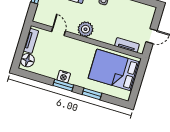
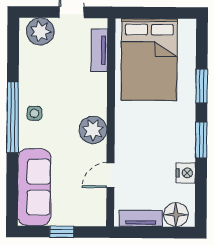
plant: (146, 16) -> (40, 31), added
nightstand: (64, 77) -> (186, 173), moved

